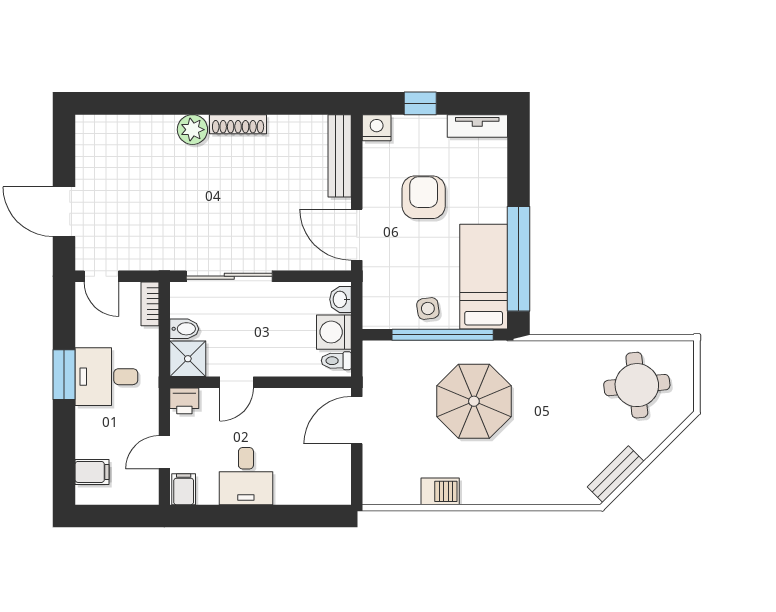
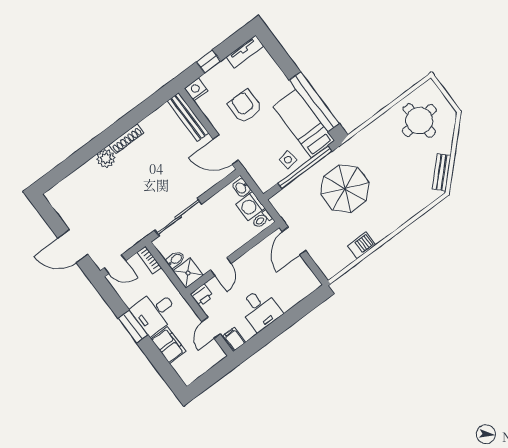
filing cabinet: (92, 472) -> (168, 345), moved, width x2.00

